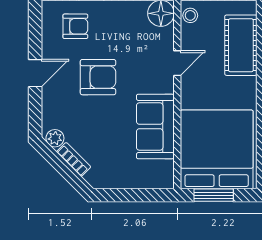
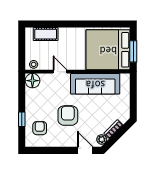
cot: (241, 45) -> (46, 34), width x0.73, depth x0.75
door: (35, 73) -> (85, 150), moved
sofa: (155, 126) -> (95, 84), width x1.36

